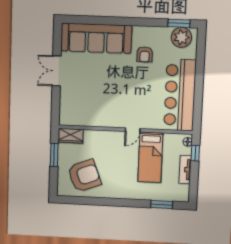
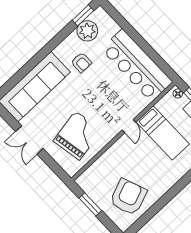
plant: (181, 37) -> (87, 31), moved
grand piano: (92, 101) -> (77, 136), added
wardrobe: (71, 136) -> (88, 177), removed

